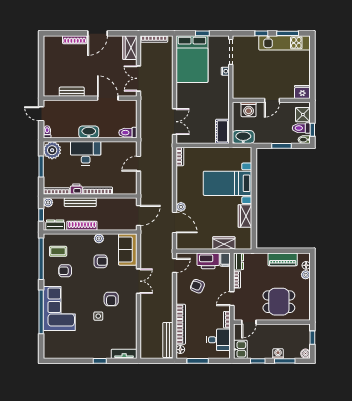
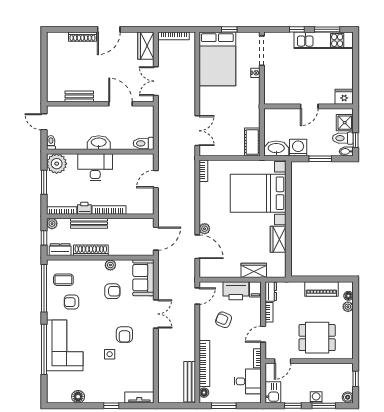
washing machine: (249, 109) -> (298, 148), moved, turned 180
bed with nightstands: (228, 183) -> (258, 193), width x1.36
floor lamp: (71, 353) -> (78, 397), added

